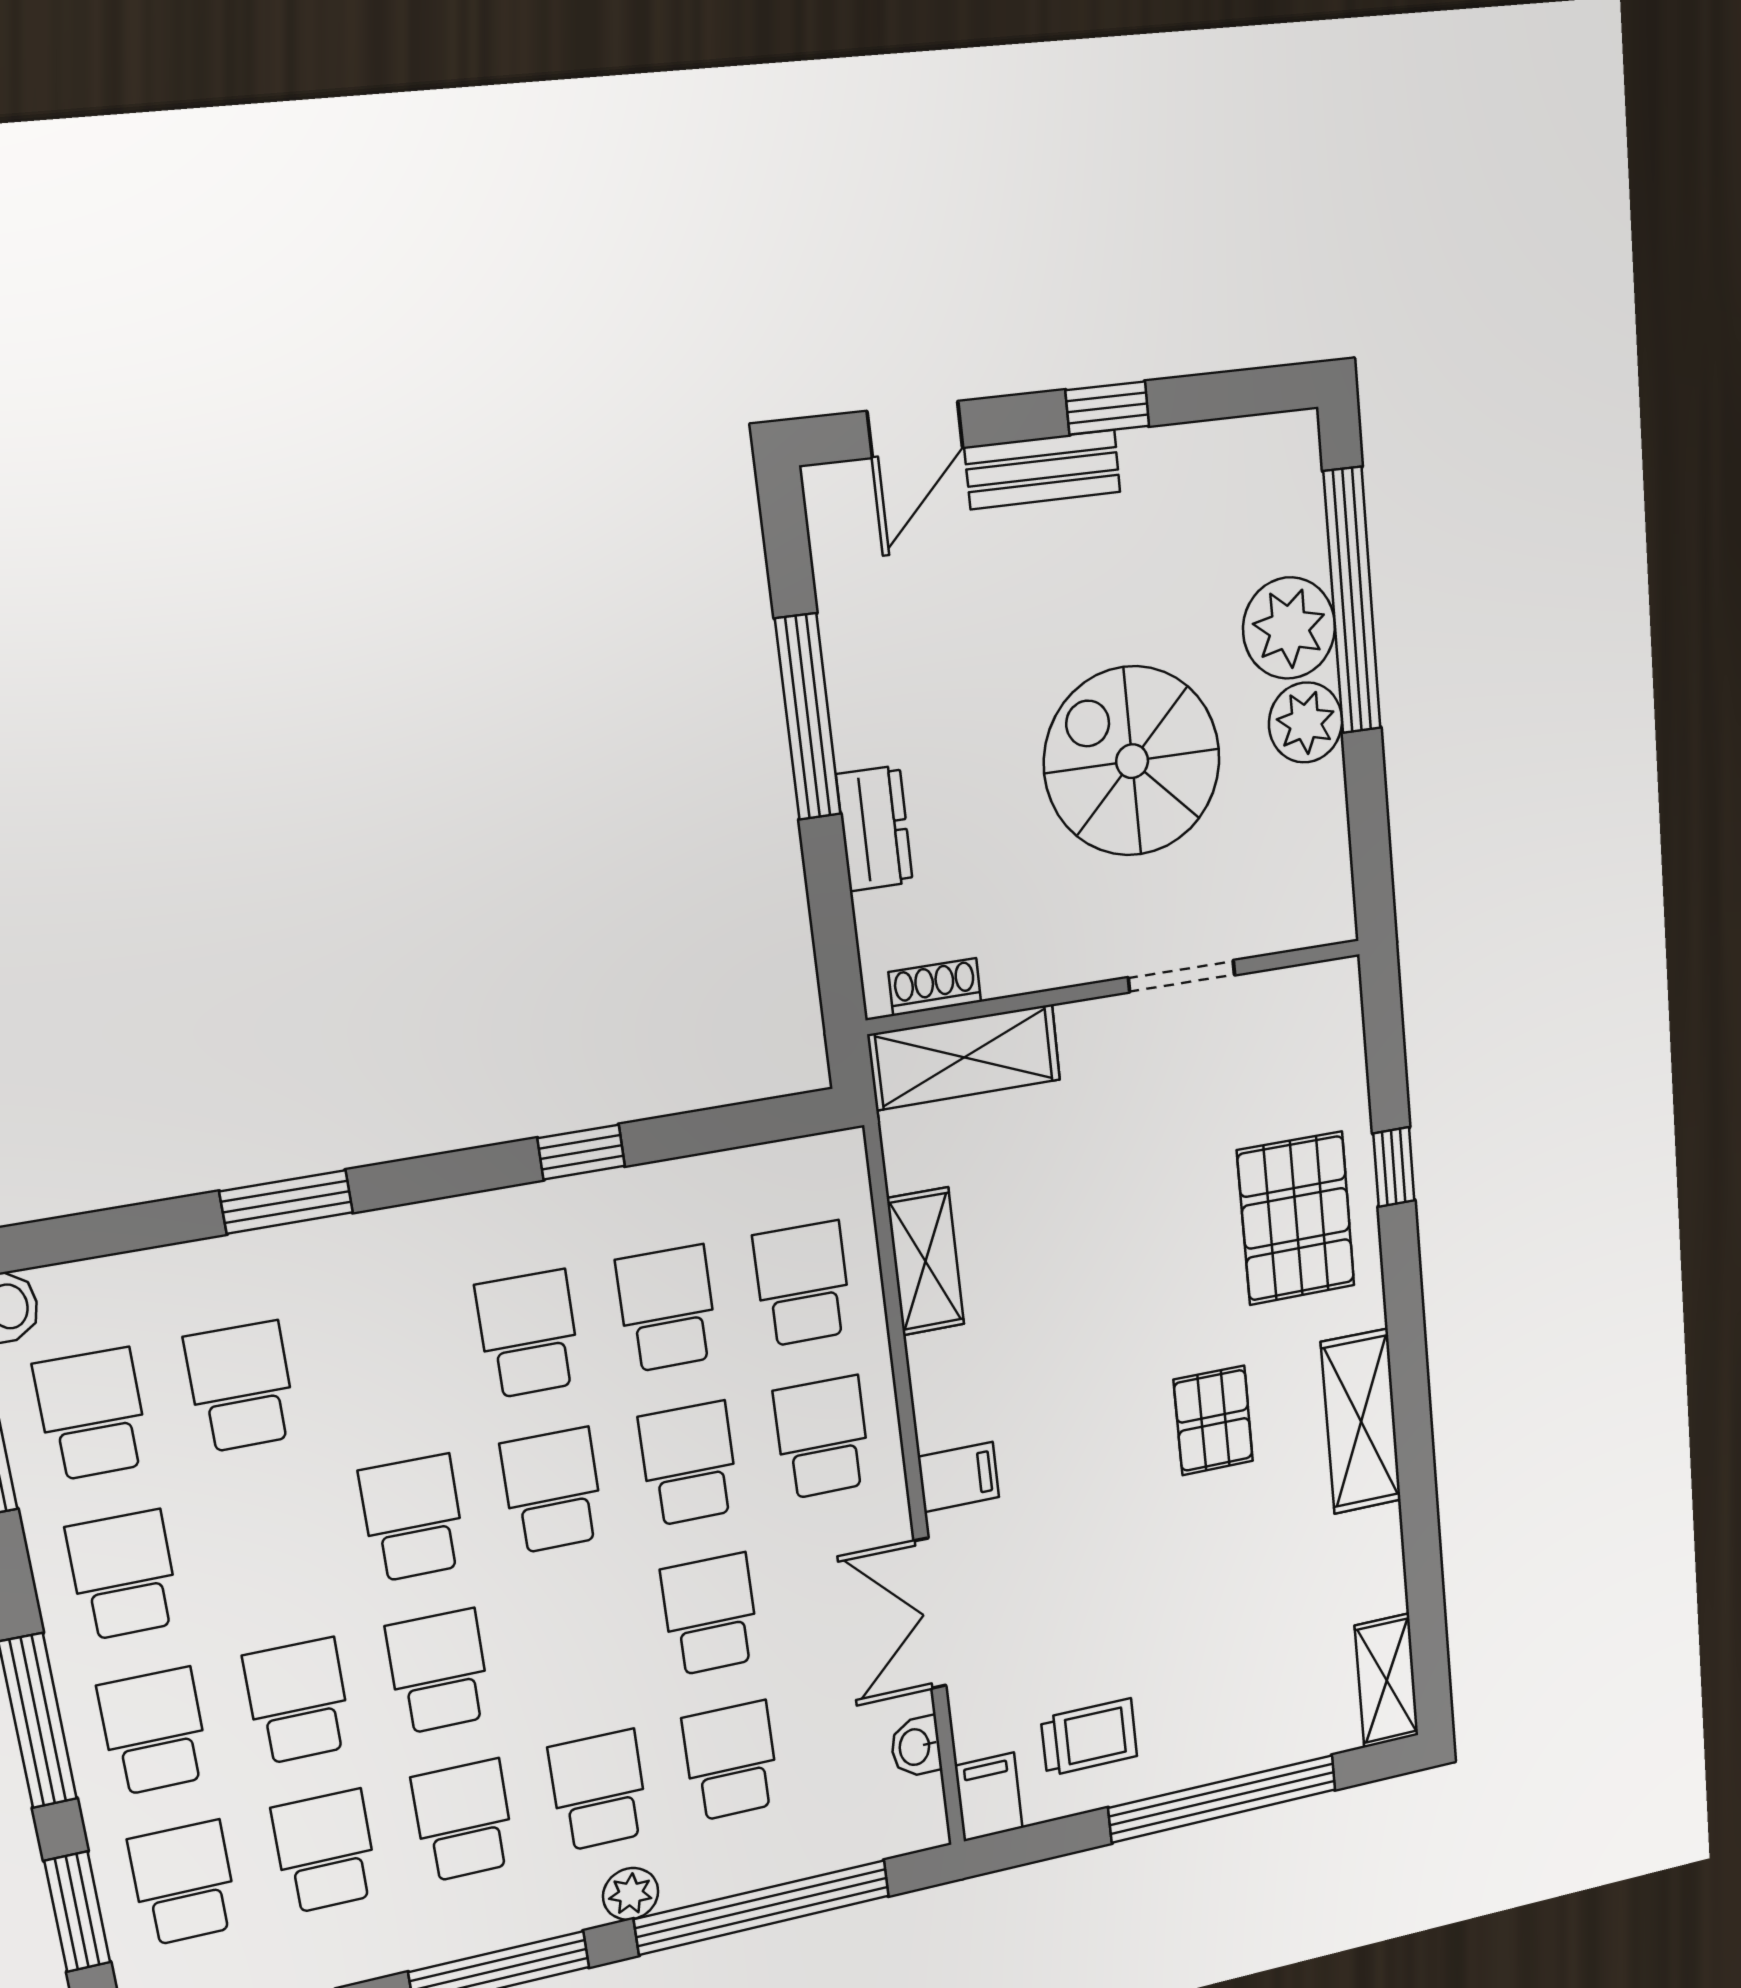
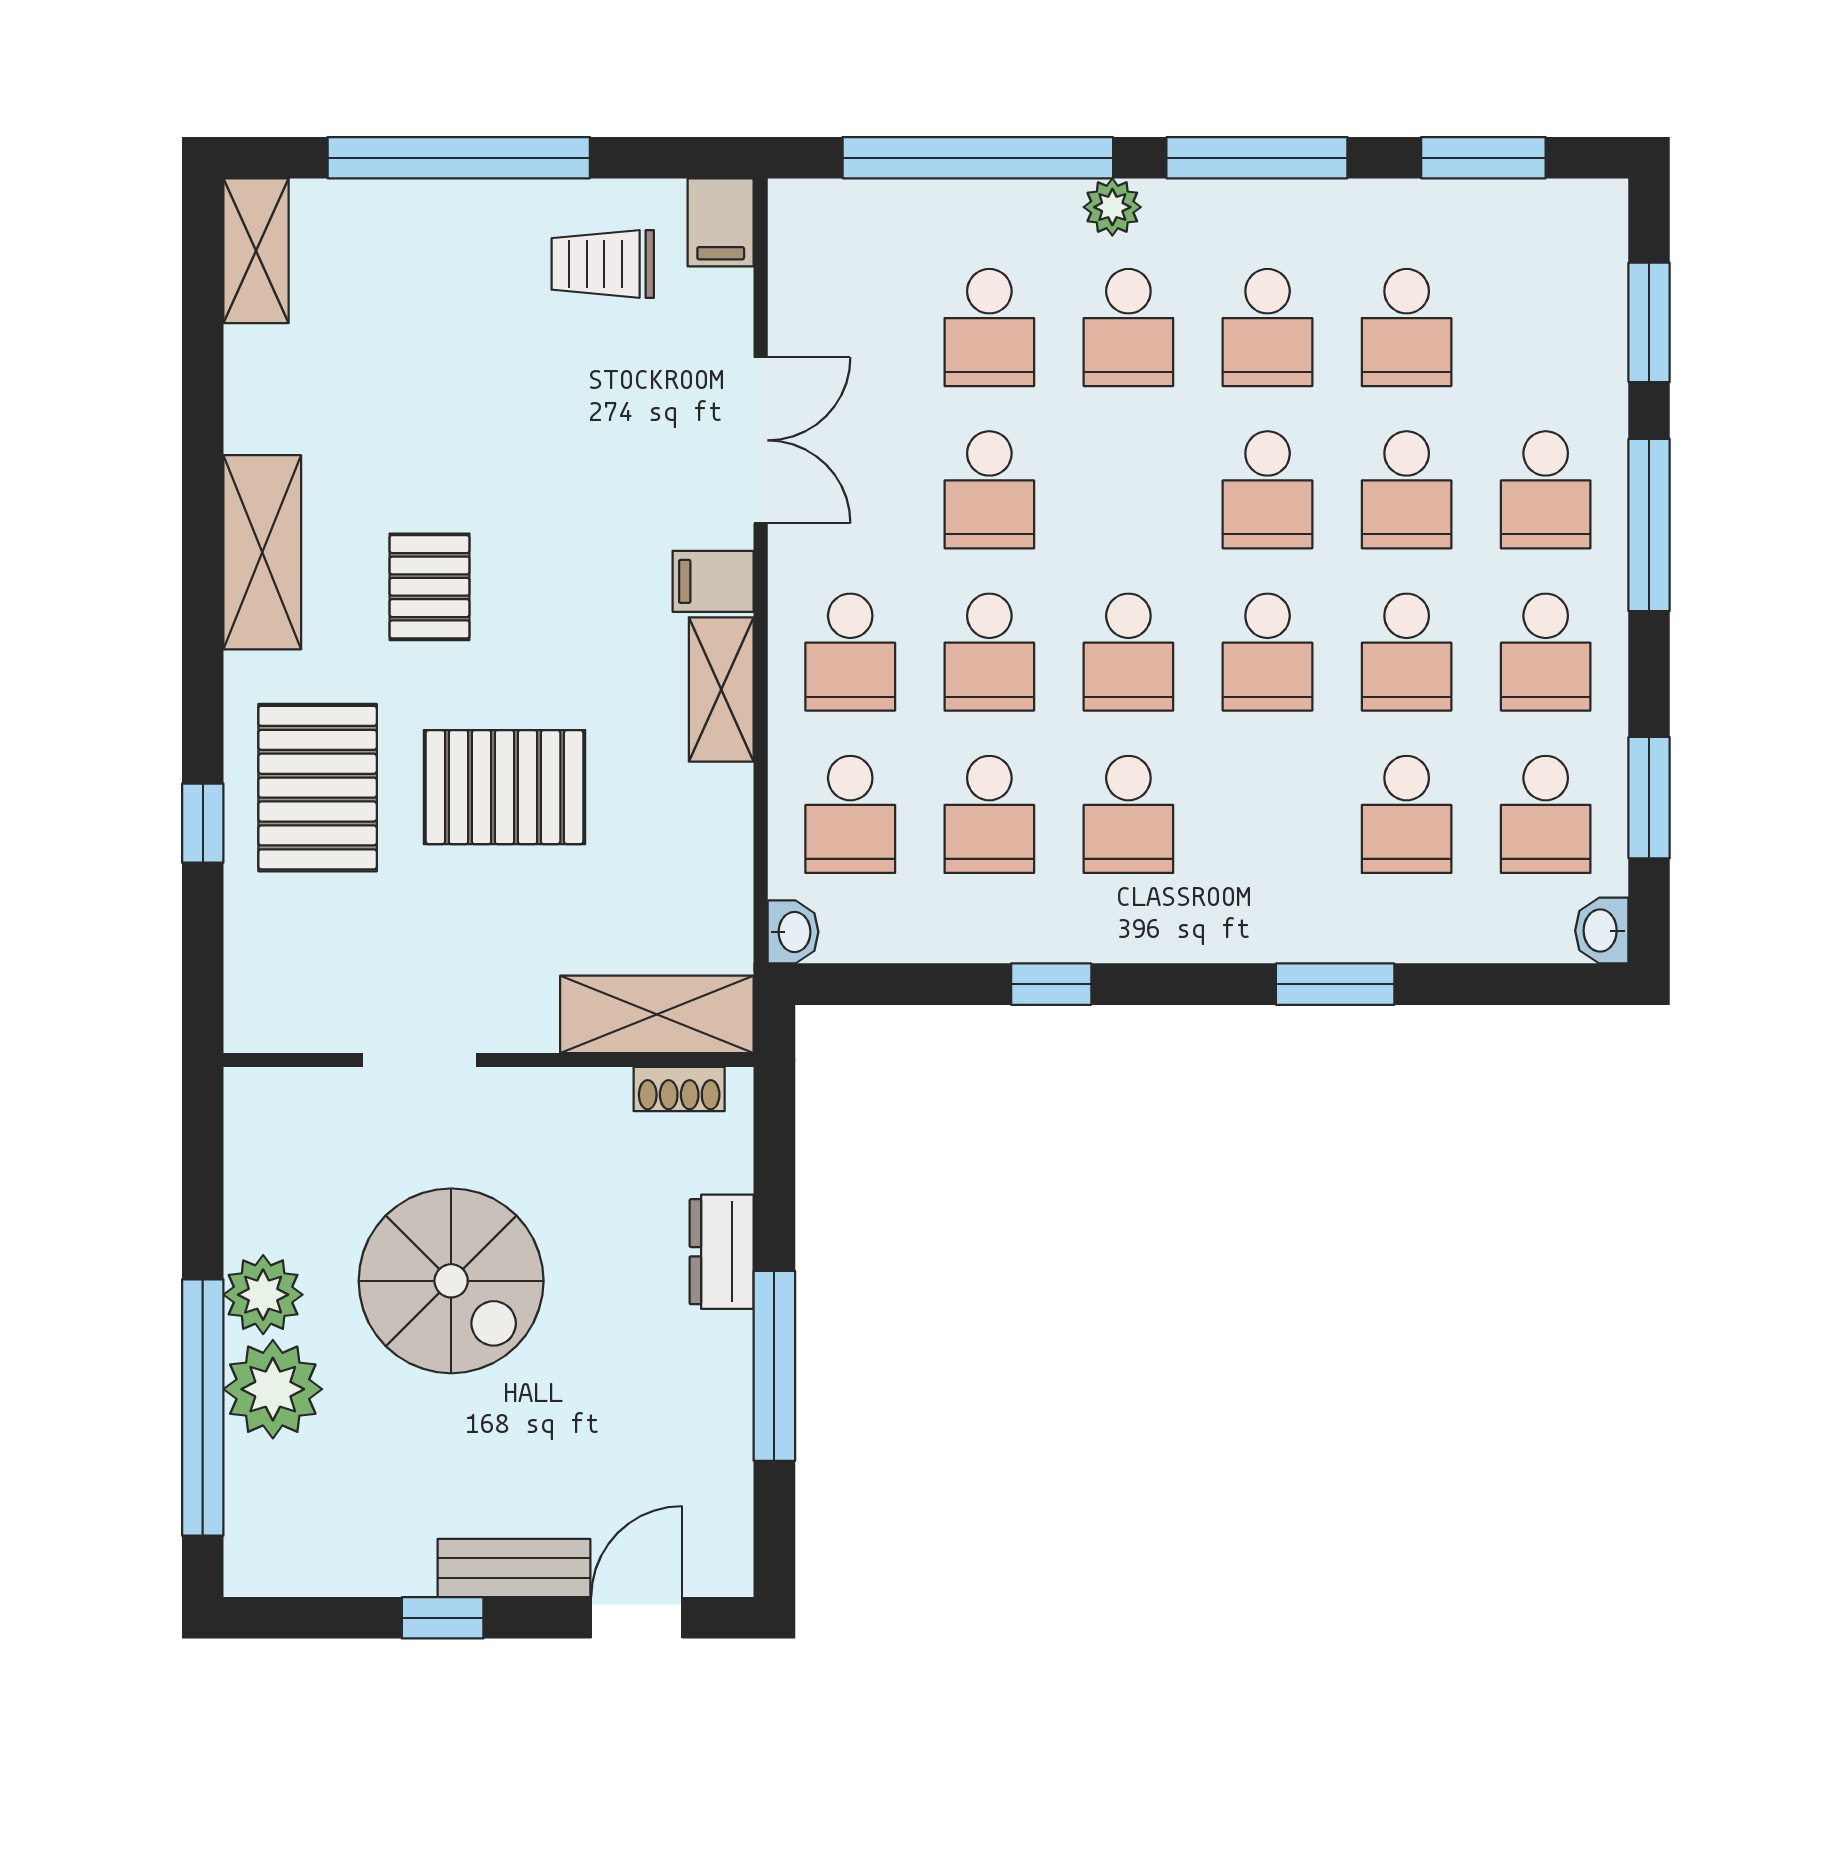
pallet: (1129, 1250) -> (505, 787), added
shelving: (926, 1261) -> (721, 689), moved
washbasin: (916, 1747) -> (793, 932), moved
school desk: (184, 1883) -> (1407, 652), moved

